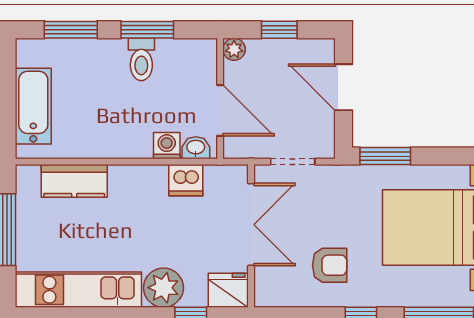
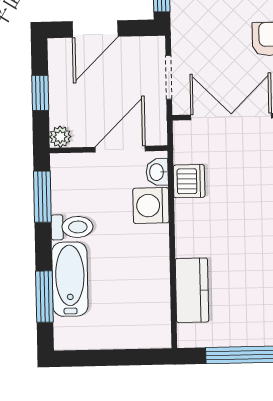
window: (147, 30) -> (42, 197), moved
bathtub: (33, 106) -> (70, 279), moved, turned 90
washing machine: (167, 146) -> (151, 206), width x1.38, depth x1.38

